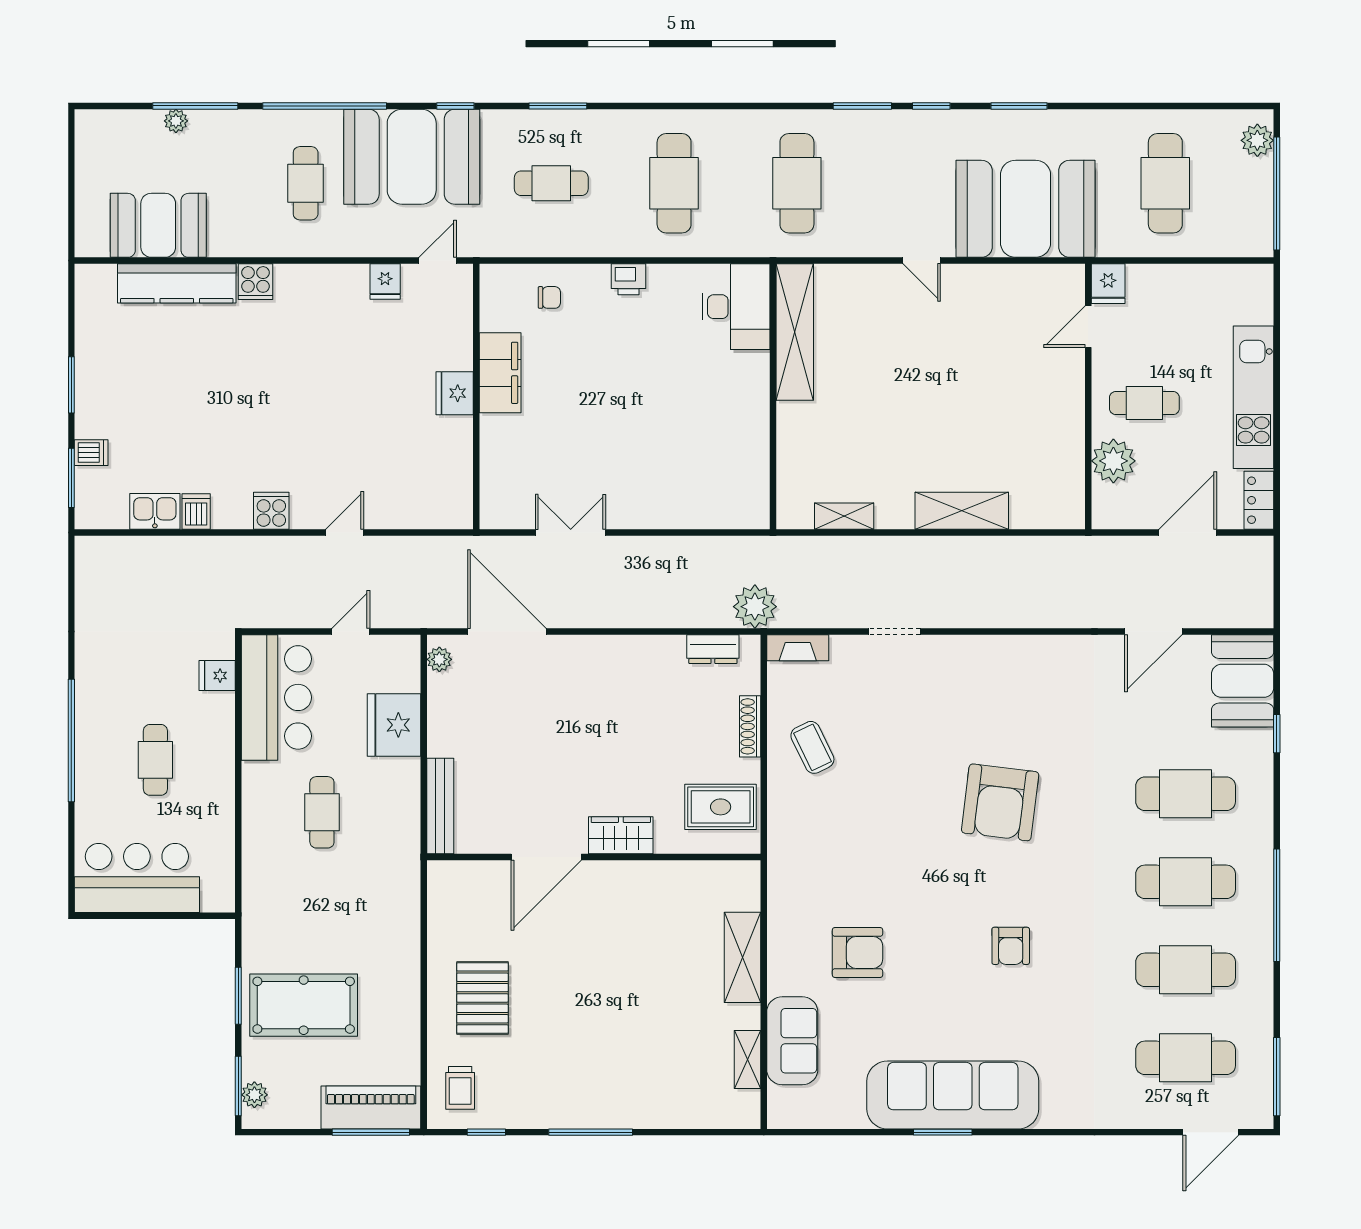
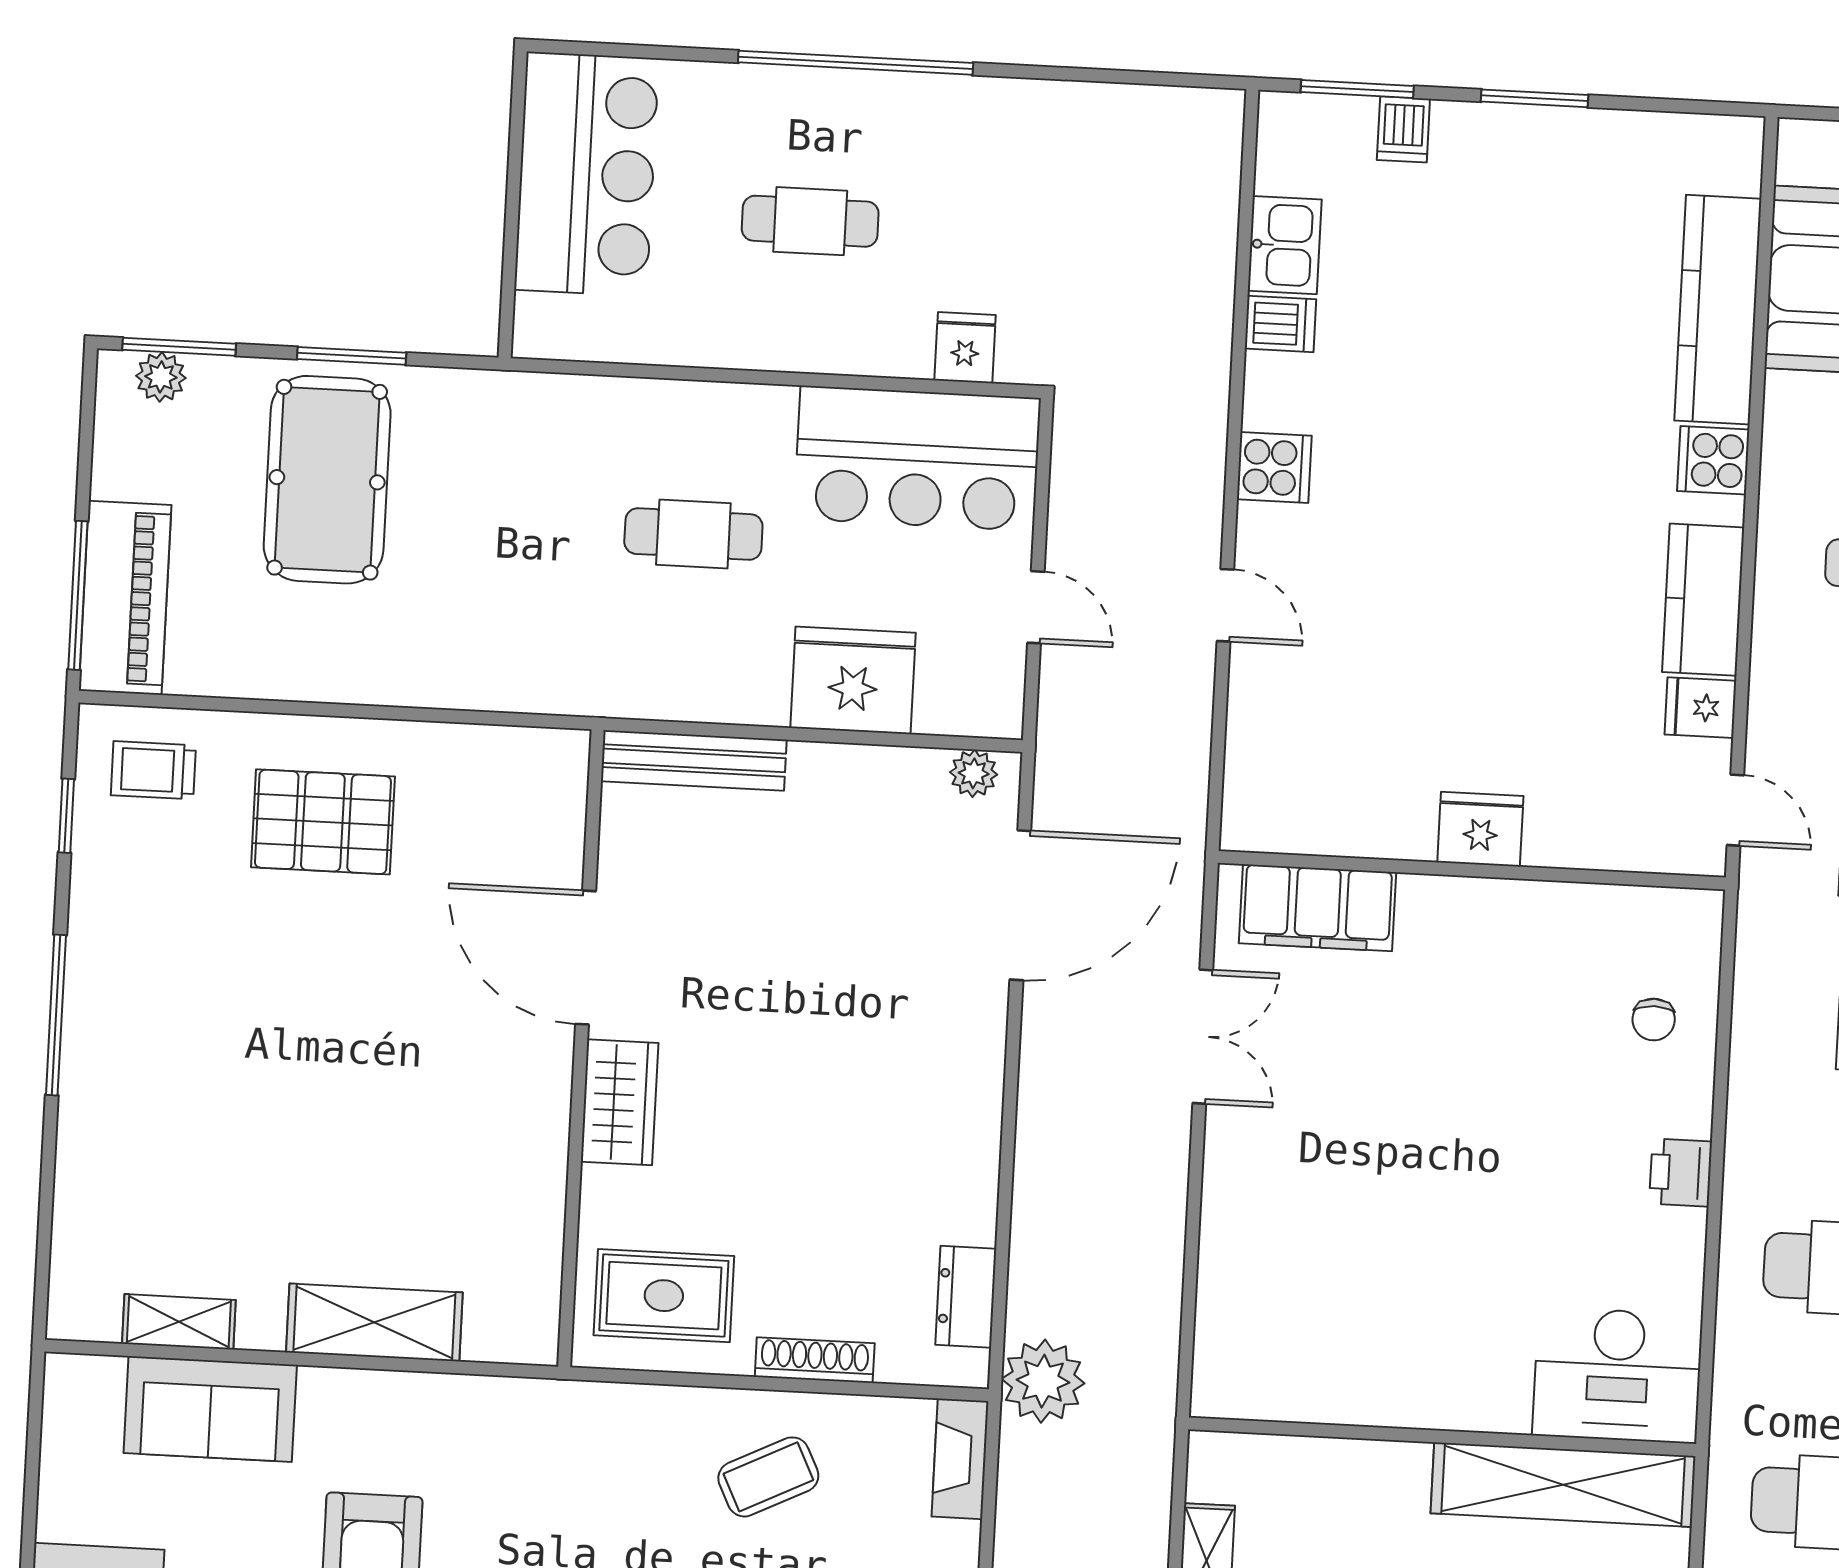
kitchen counter: (329, 283) -> (1703, 600), added
filing cabinet: (500, 373) -> (1318, 908), moved
rug: (721, 807) -> (664, 1296), turned 90

